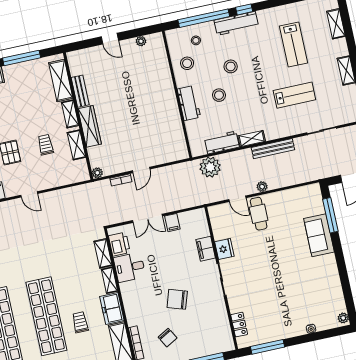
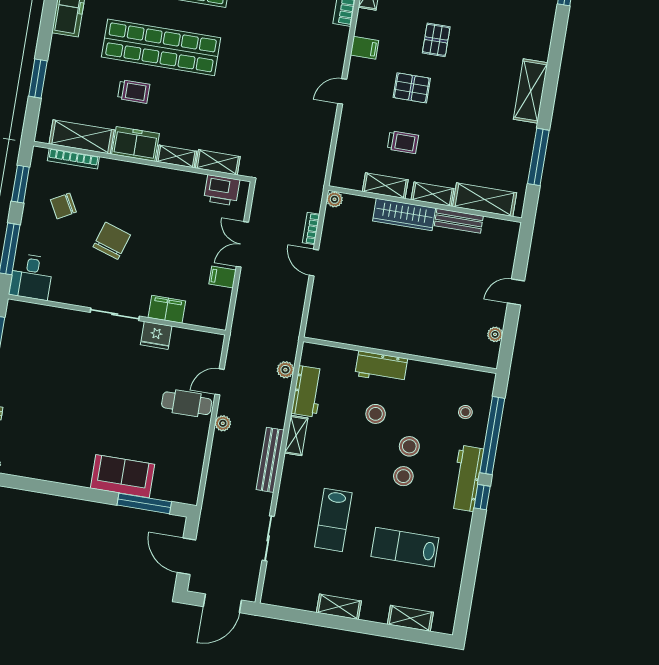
stool: (187, 63) -> (403, 476), moved
plant: (210, 167) -> (285, 370), width x0.53, depth x0.53
desk: (130, 267) -> (31, 277), moved, turned 180
locker: (239, 325) -> (42, 314), removed

